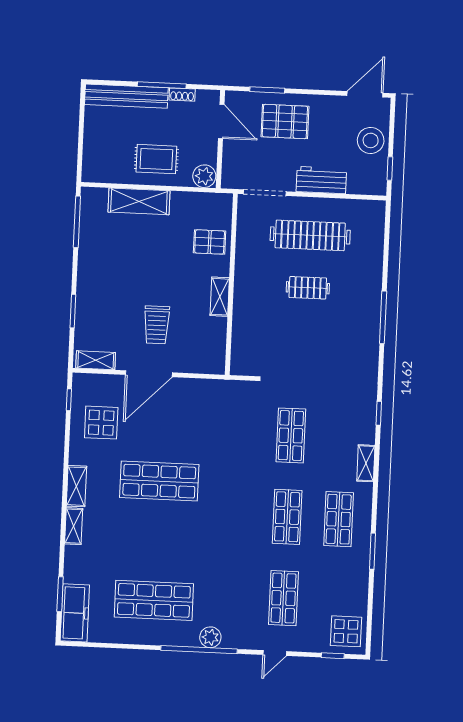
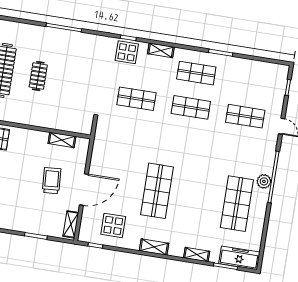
shelving: (220, 297) -> (62, 140), moved
trolley: (157, 325) -> (52, 181), turned -94
door: (149, 374) -> (84, 190), hinge flipped
shelving: (74, 526) -> (197, 255), moved
display table: (346, 631) -> (127, 52), moved
plant: (210, 637) -> (264, 181), moved

